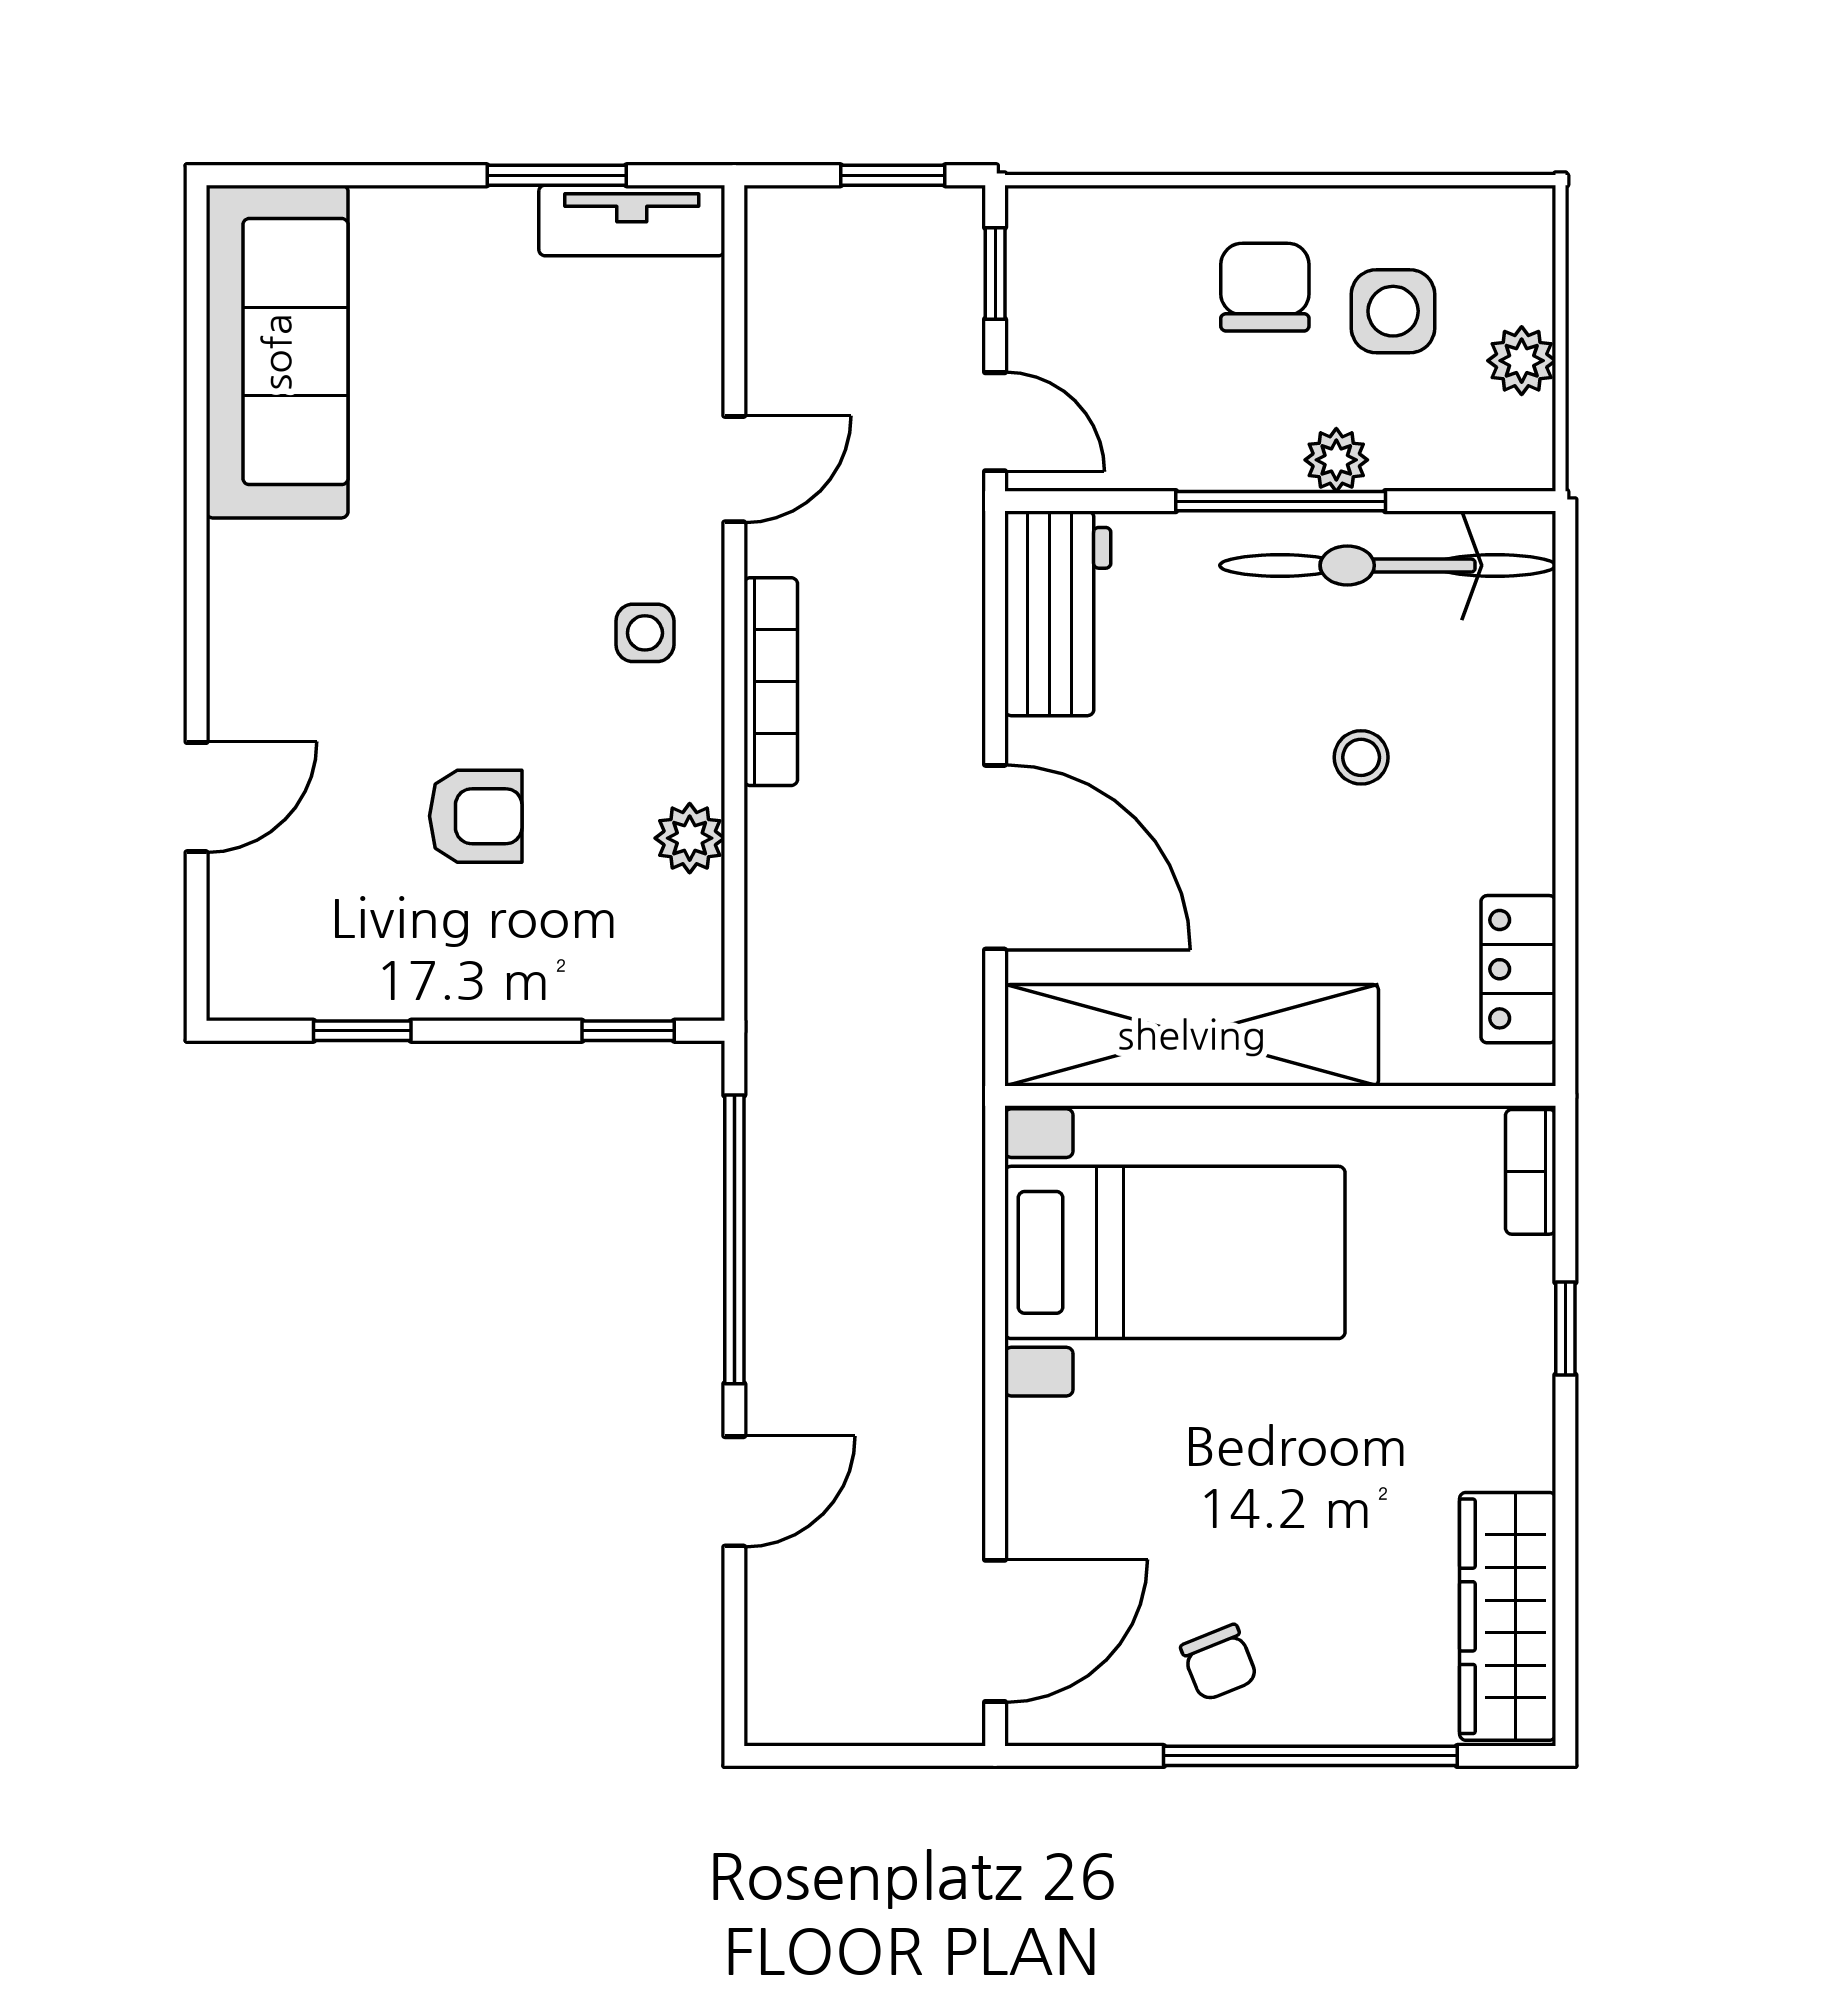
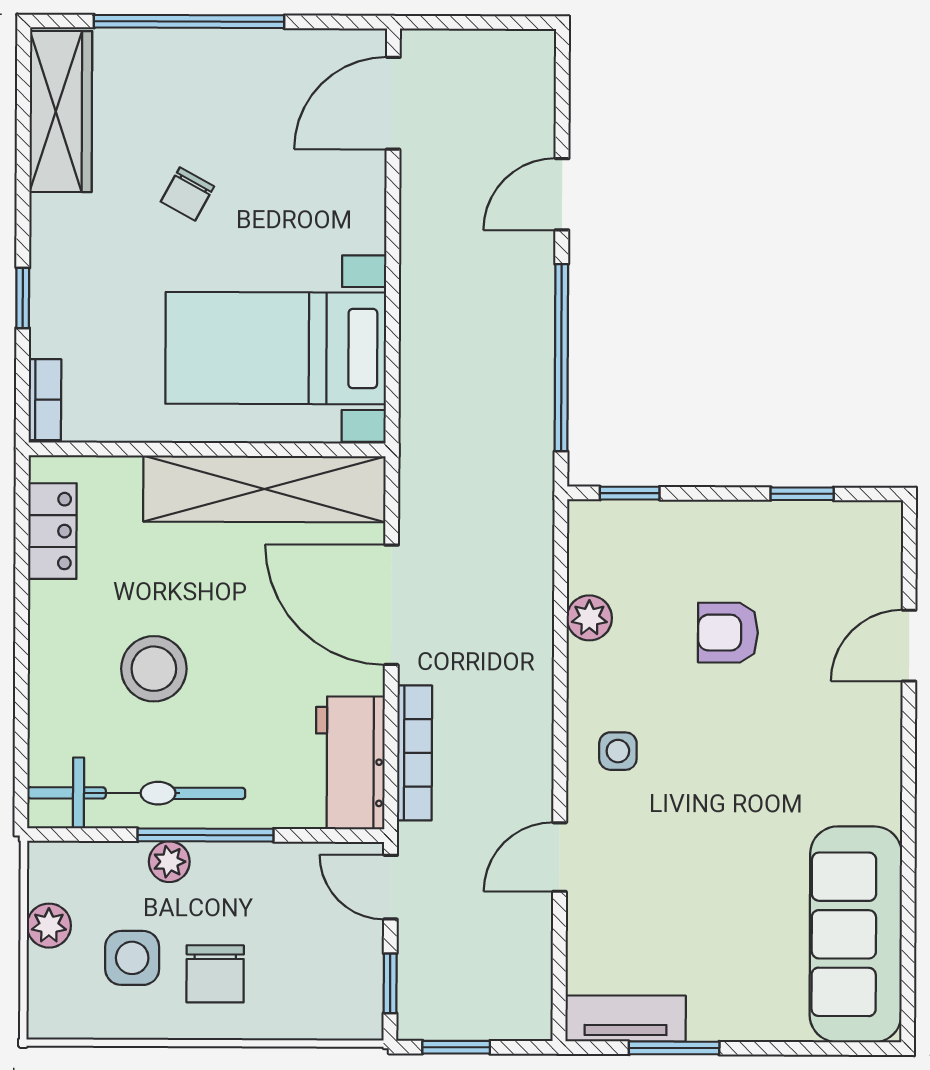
bookcase: (771, 682) -> (415, 753), moved, turned 180
stool: (1361, 757) -> (154, 669), width x1.89, depth x1.89
chair: (1219, 1663) -> (187, 194), moved, turned -129

